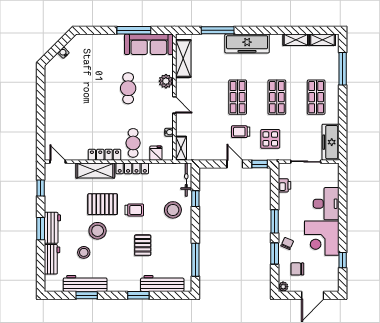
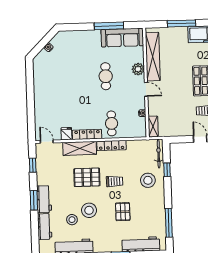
shelving: (183, 58) -> (153, 57), width x1.47
fridge: (156, 153) -> (66, 134), moved
stool: (98, 231) -> (89, 210), moved

